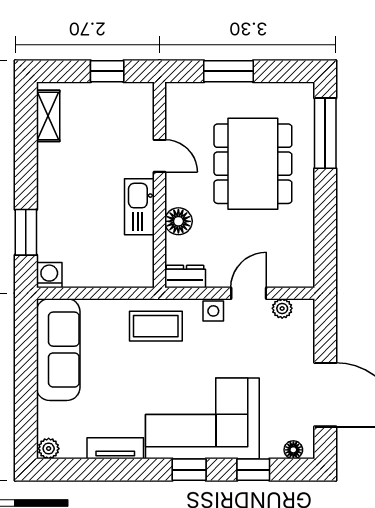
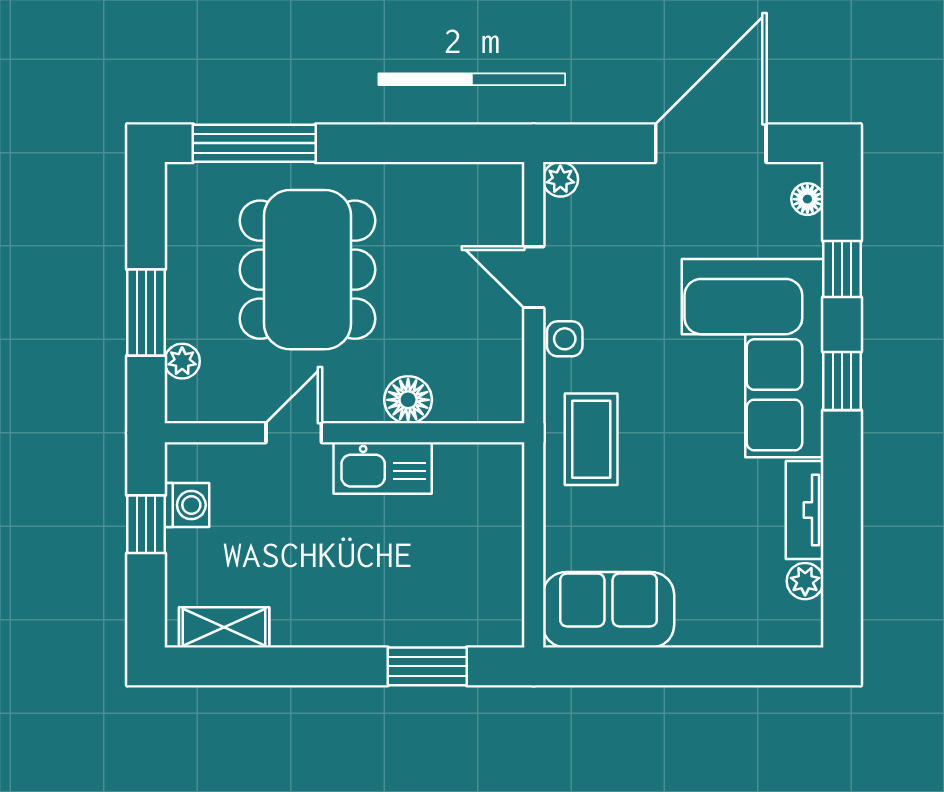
plant: (201, 92) -> (182, 361), added
dining table: (253, 164) -> (308, 270), turned 90
washing machine: (49, 275) -> (187, 505), moved, turned 180
dresser: (185, 276) -> (504, 388), removed
plant: (282, 308) -> (560, 179), moved
sofa: (58, 350) -> (609, 610), width x0.73
plant: (49, 449) -> (805, 581), moved

